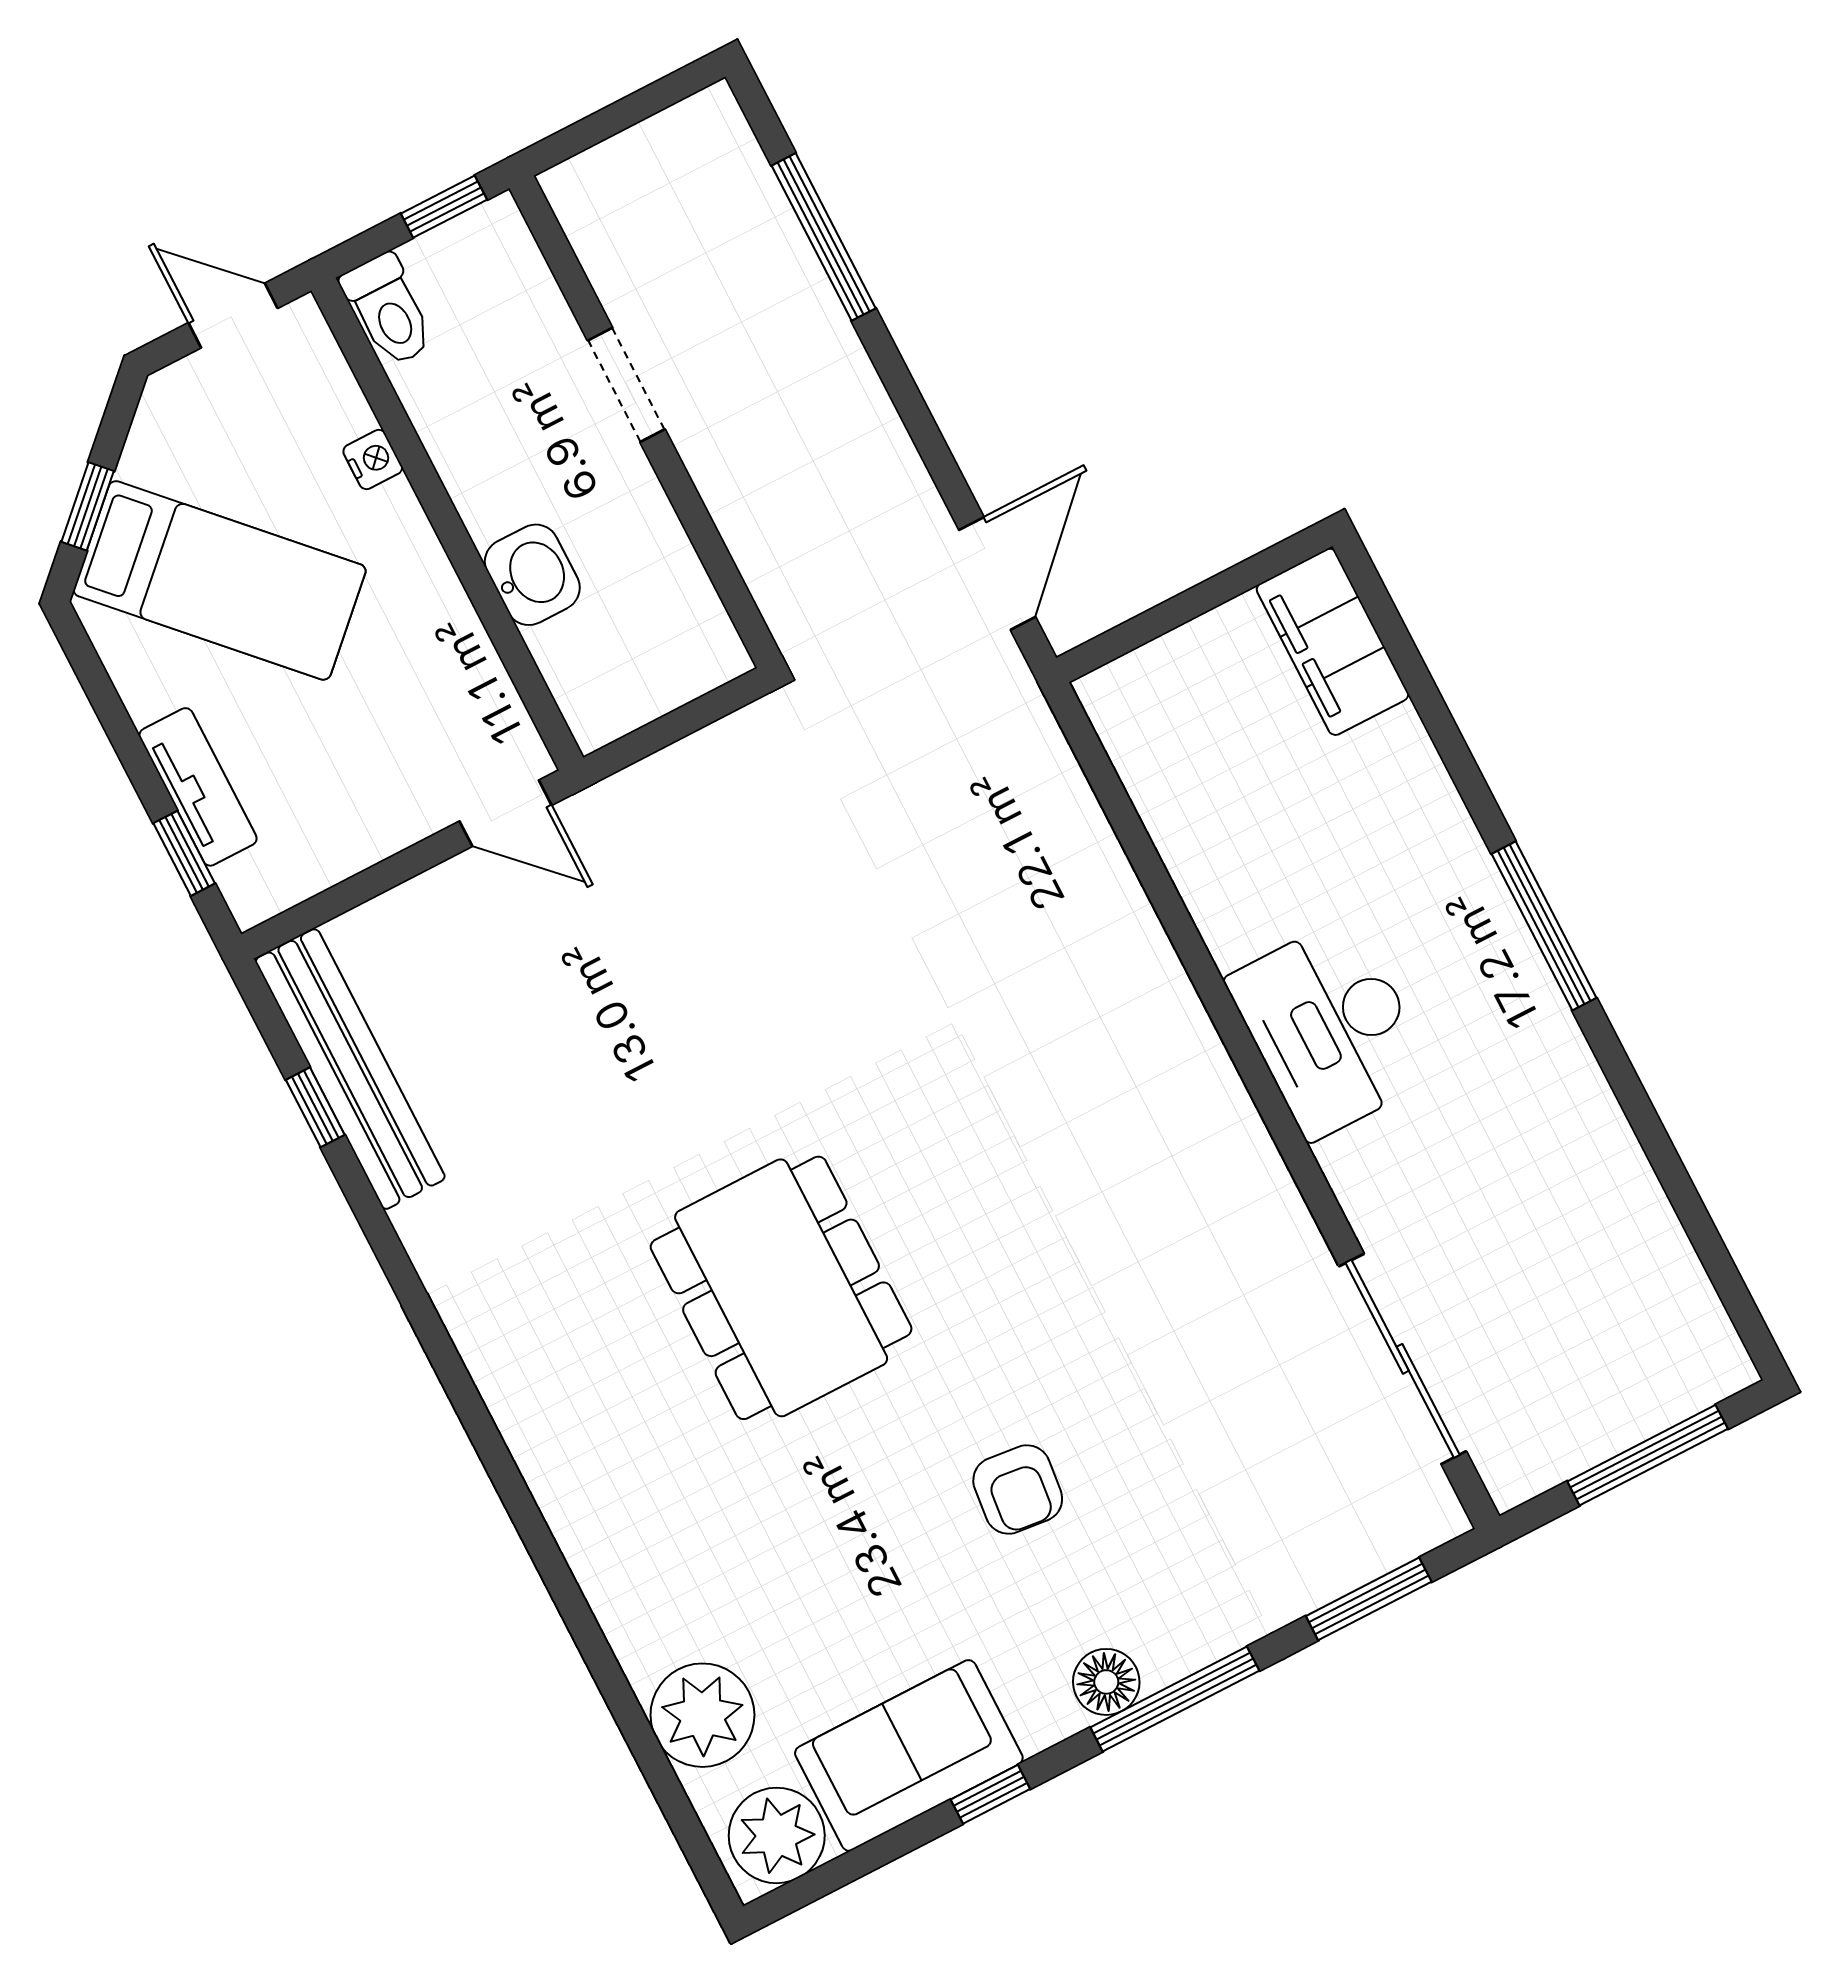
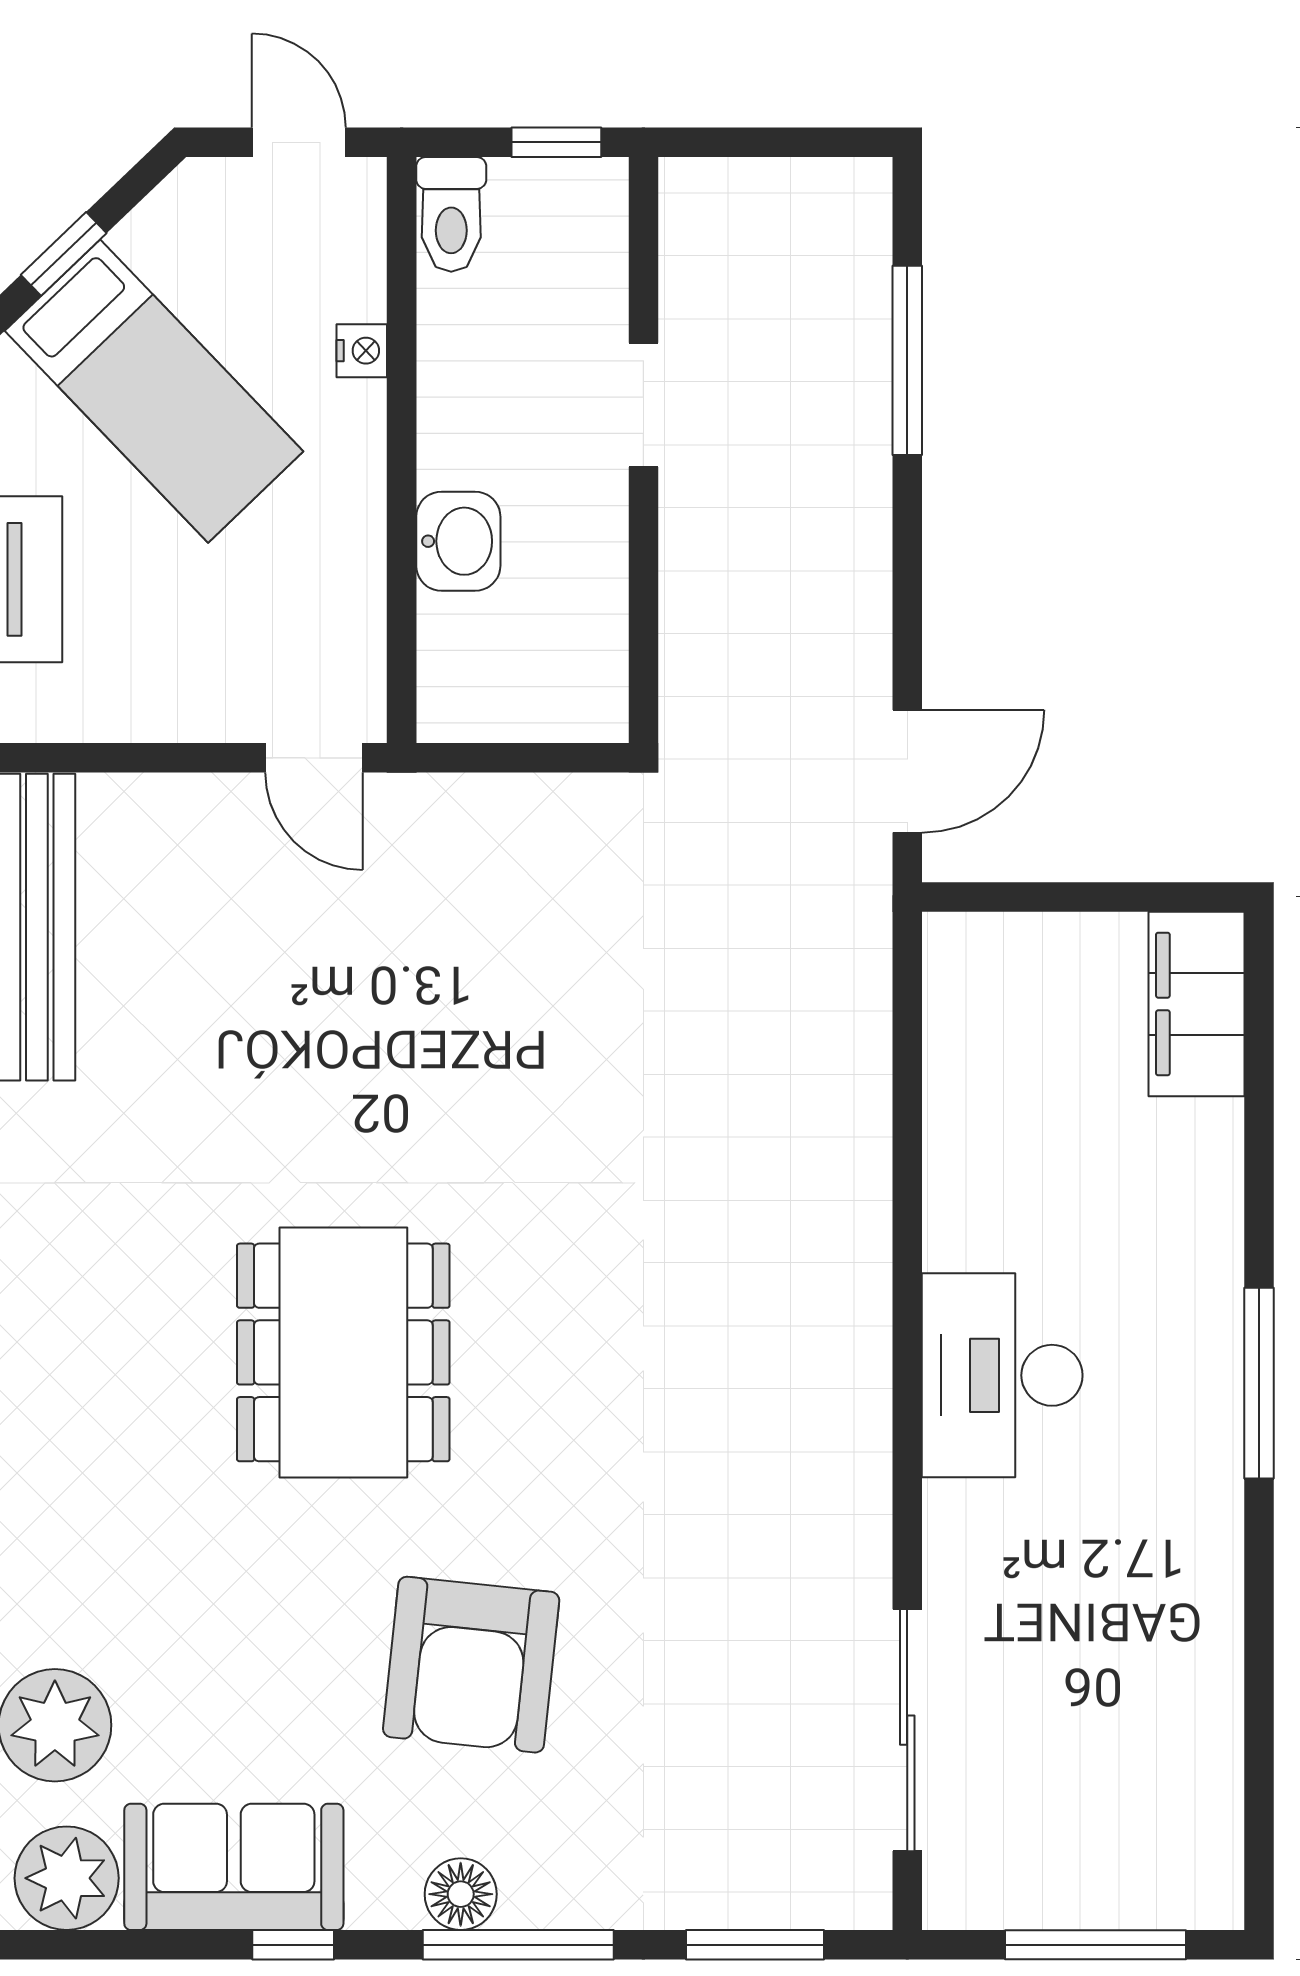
armchair: (1018, 1489) -> (471, 1665), width x1.88, depth x1.88

